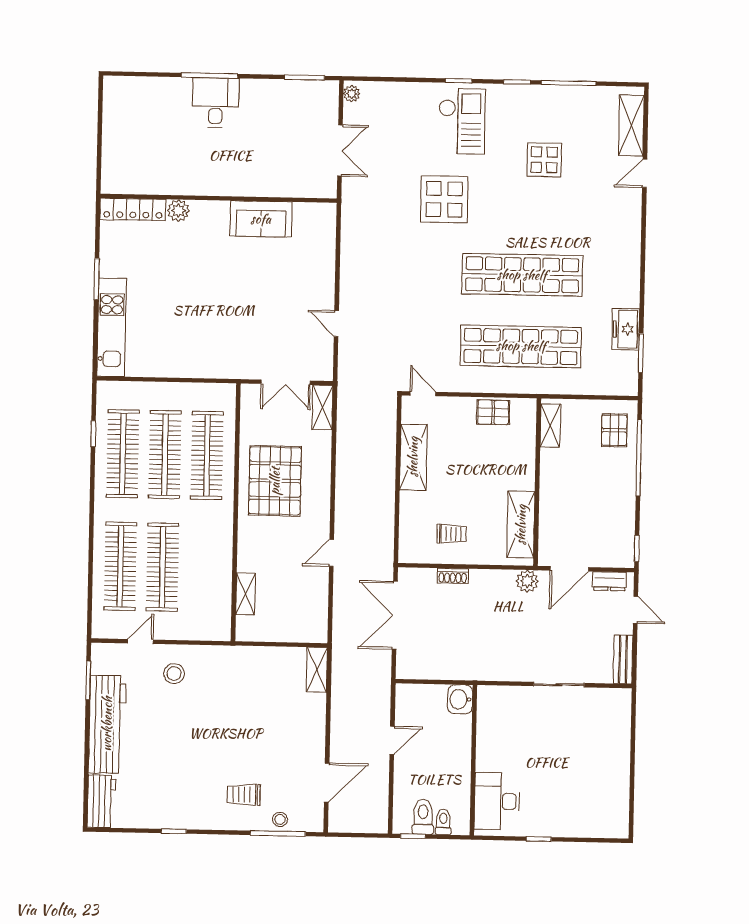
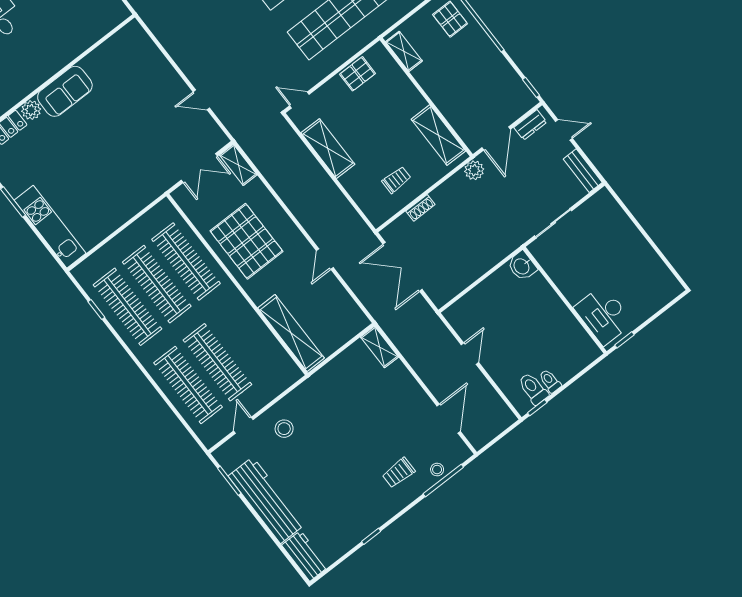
sofa: (261, 219) -> (65, 91), moved
shelving: (246, 594) -> (291, 333), width x2.20, depth x1.33
washbasin: (460, 699) -> (522, 266), moved
wall: (473, 760) -> (565, 300), moved
desk: (497, 801) -> (604, 315), moved

